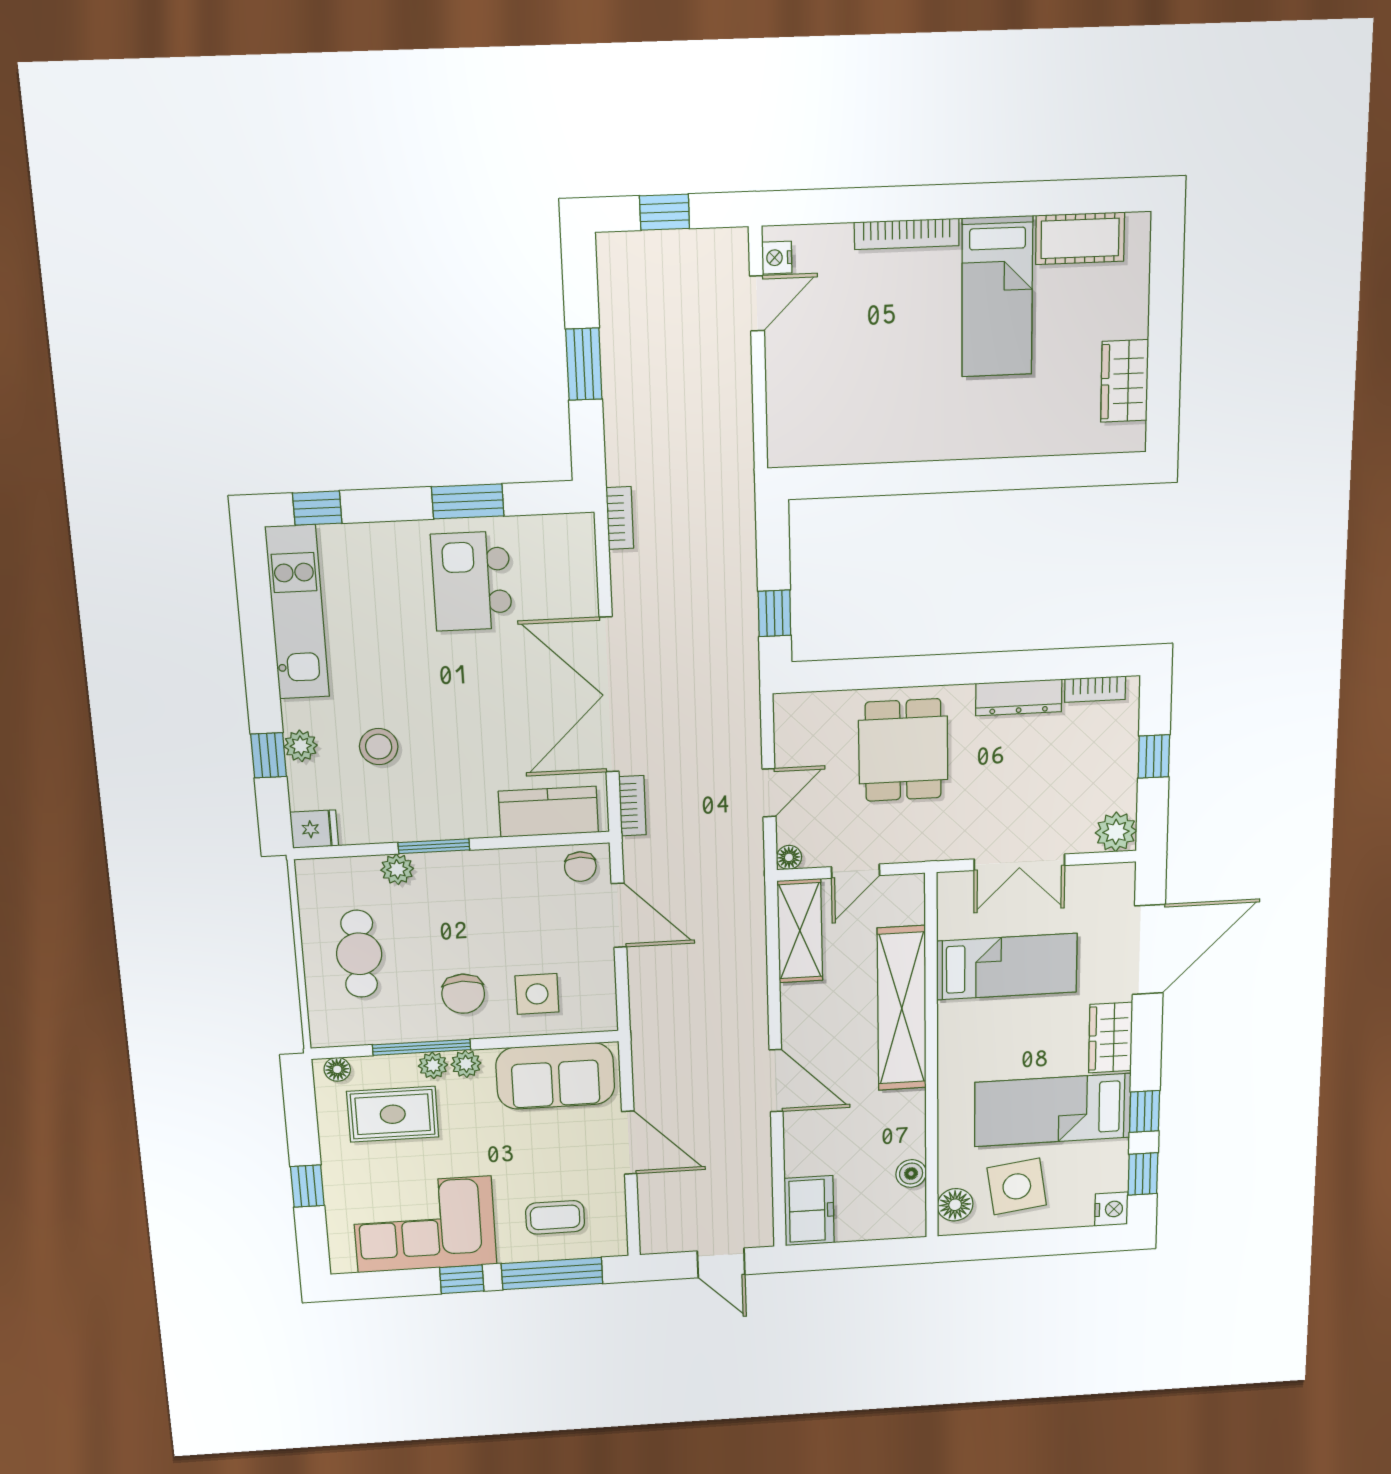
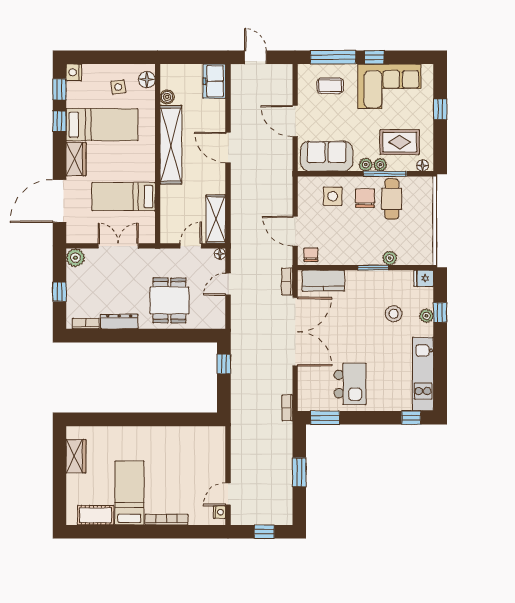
window: (468, 501) -> (325, 418), moved
cafe table: (359, 954) -> (392, 199), moved
shelving: (902, 1008) -> (171, 145), moved
side table: (1017, 1186) -> (118, 87), width x0.54, depth x0.54

